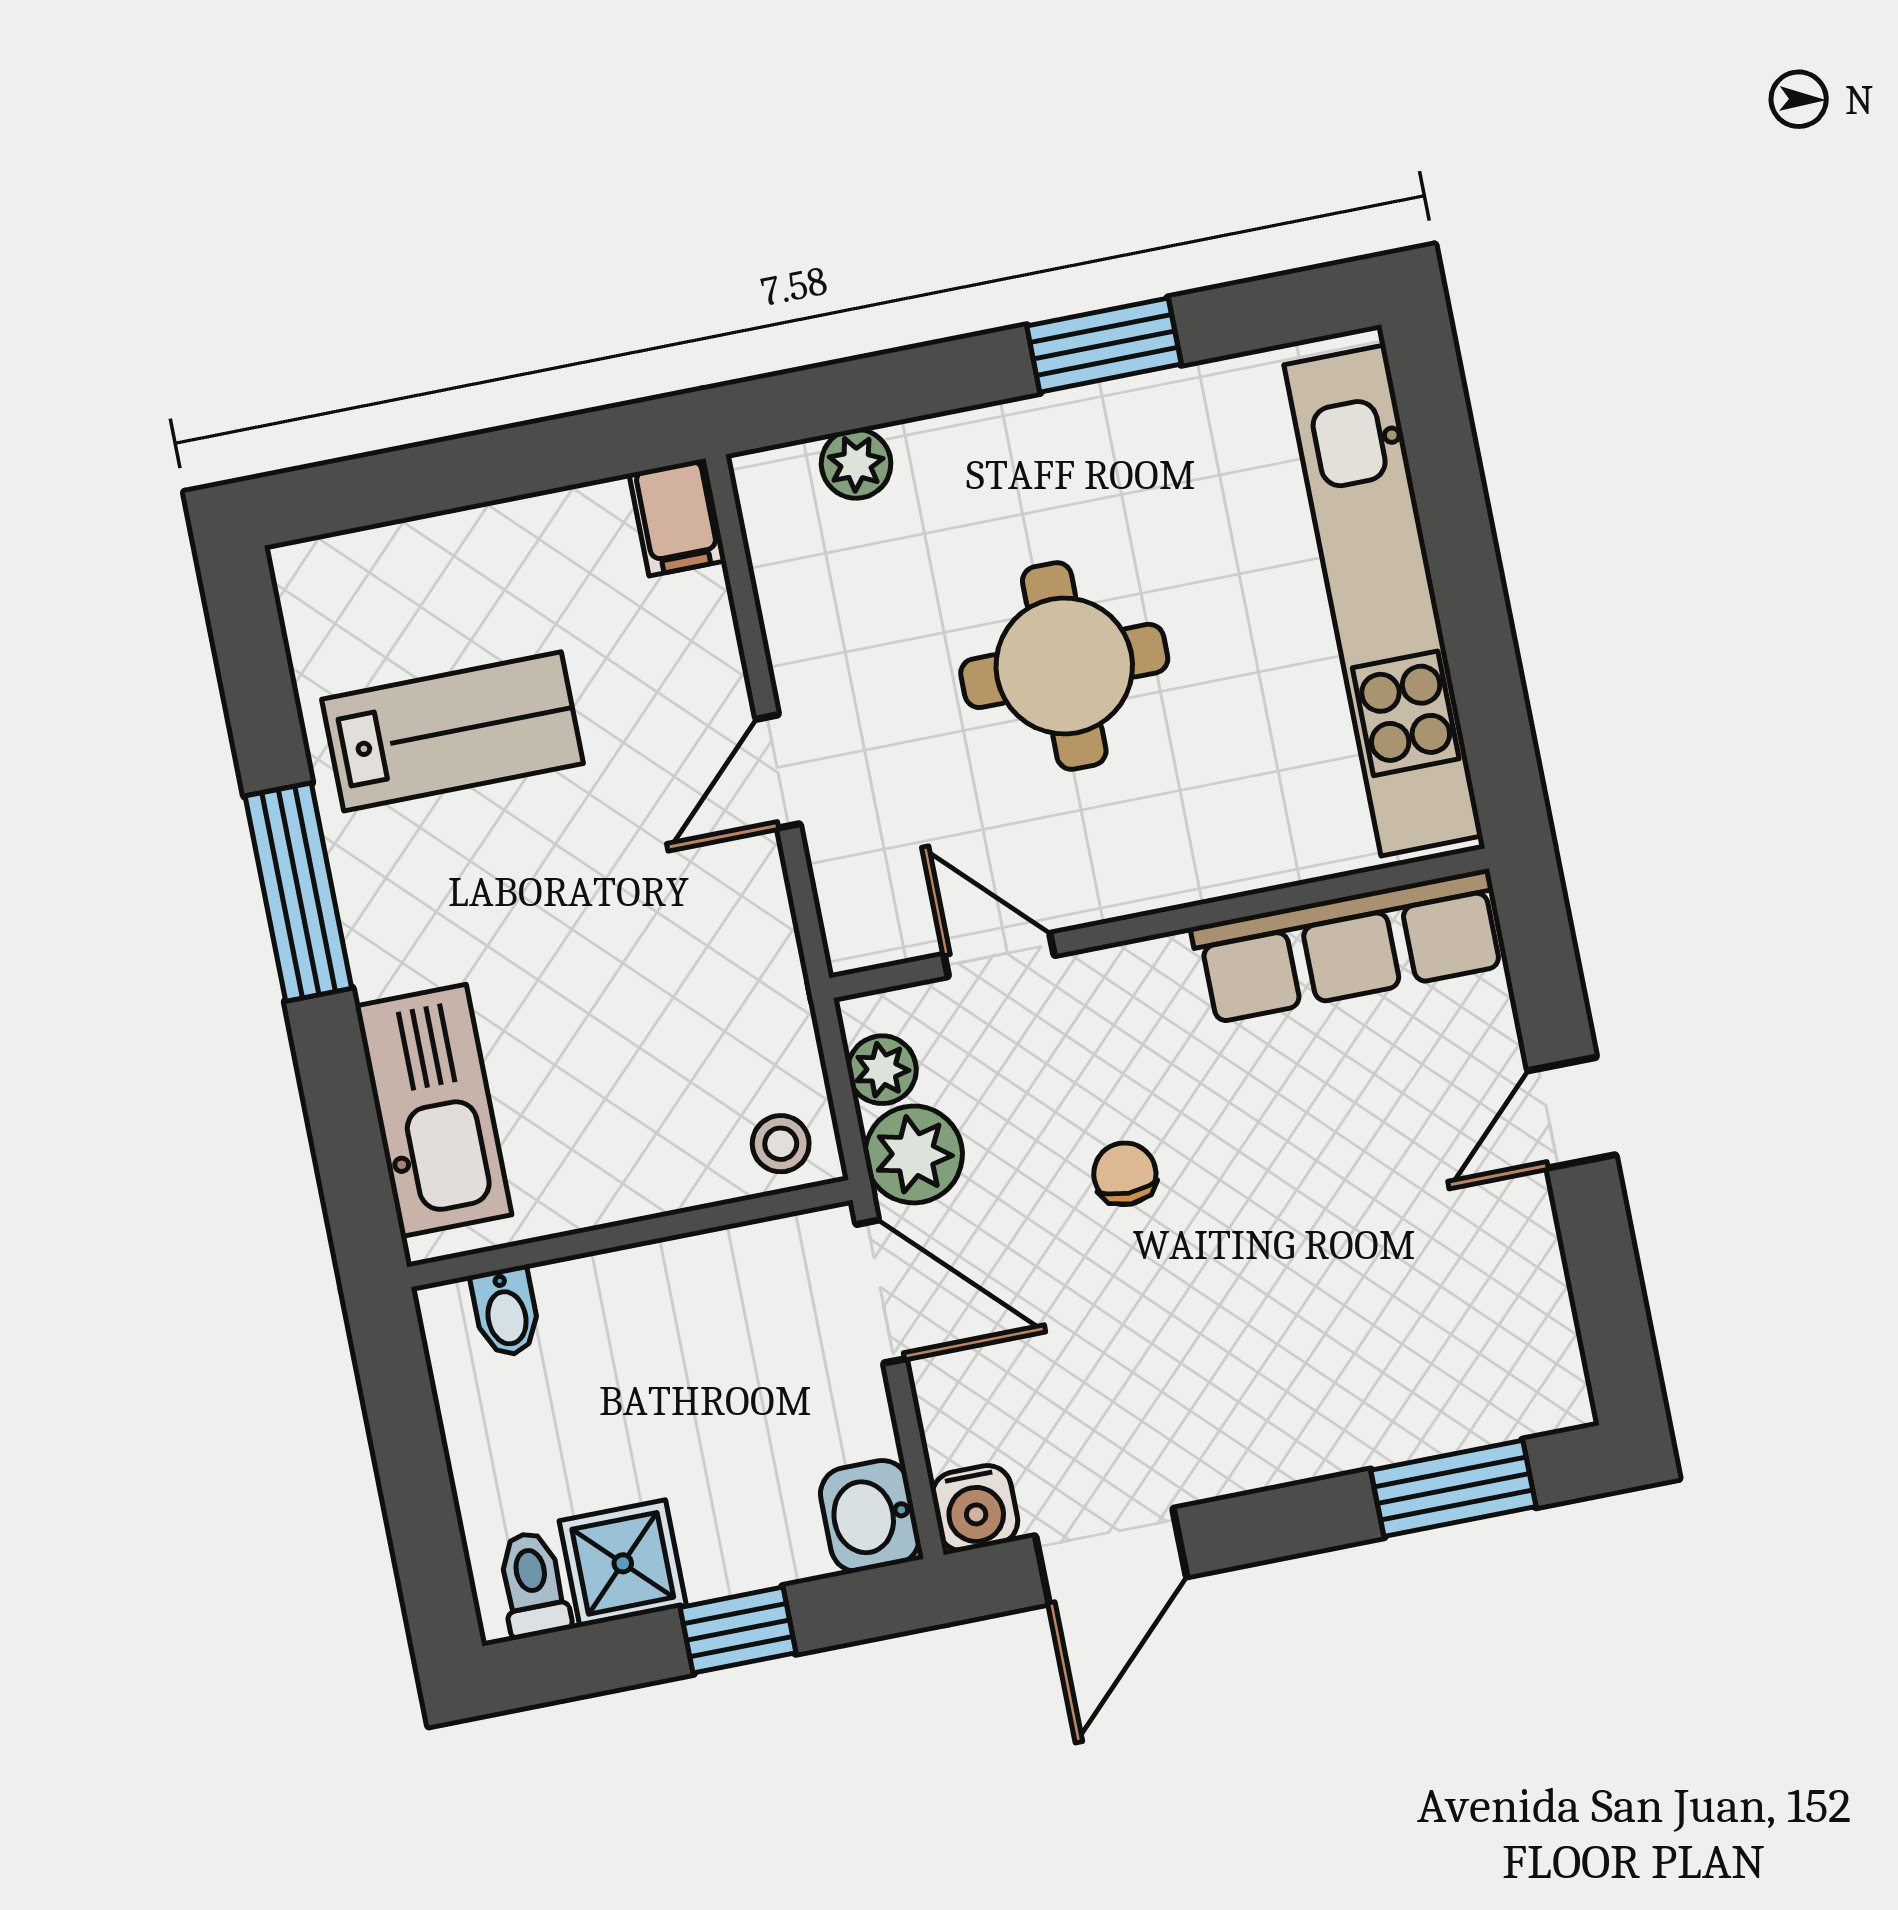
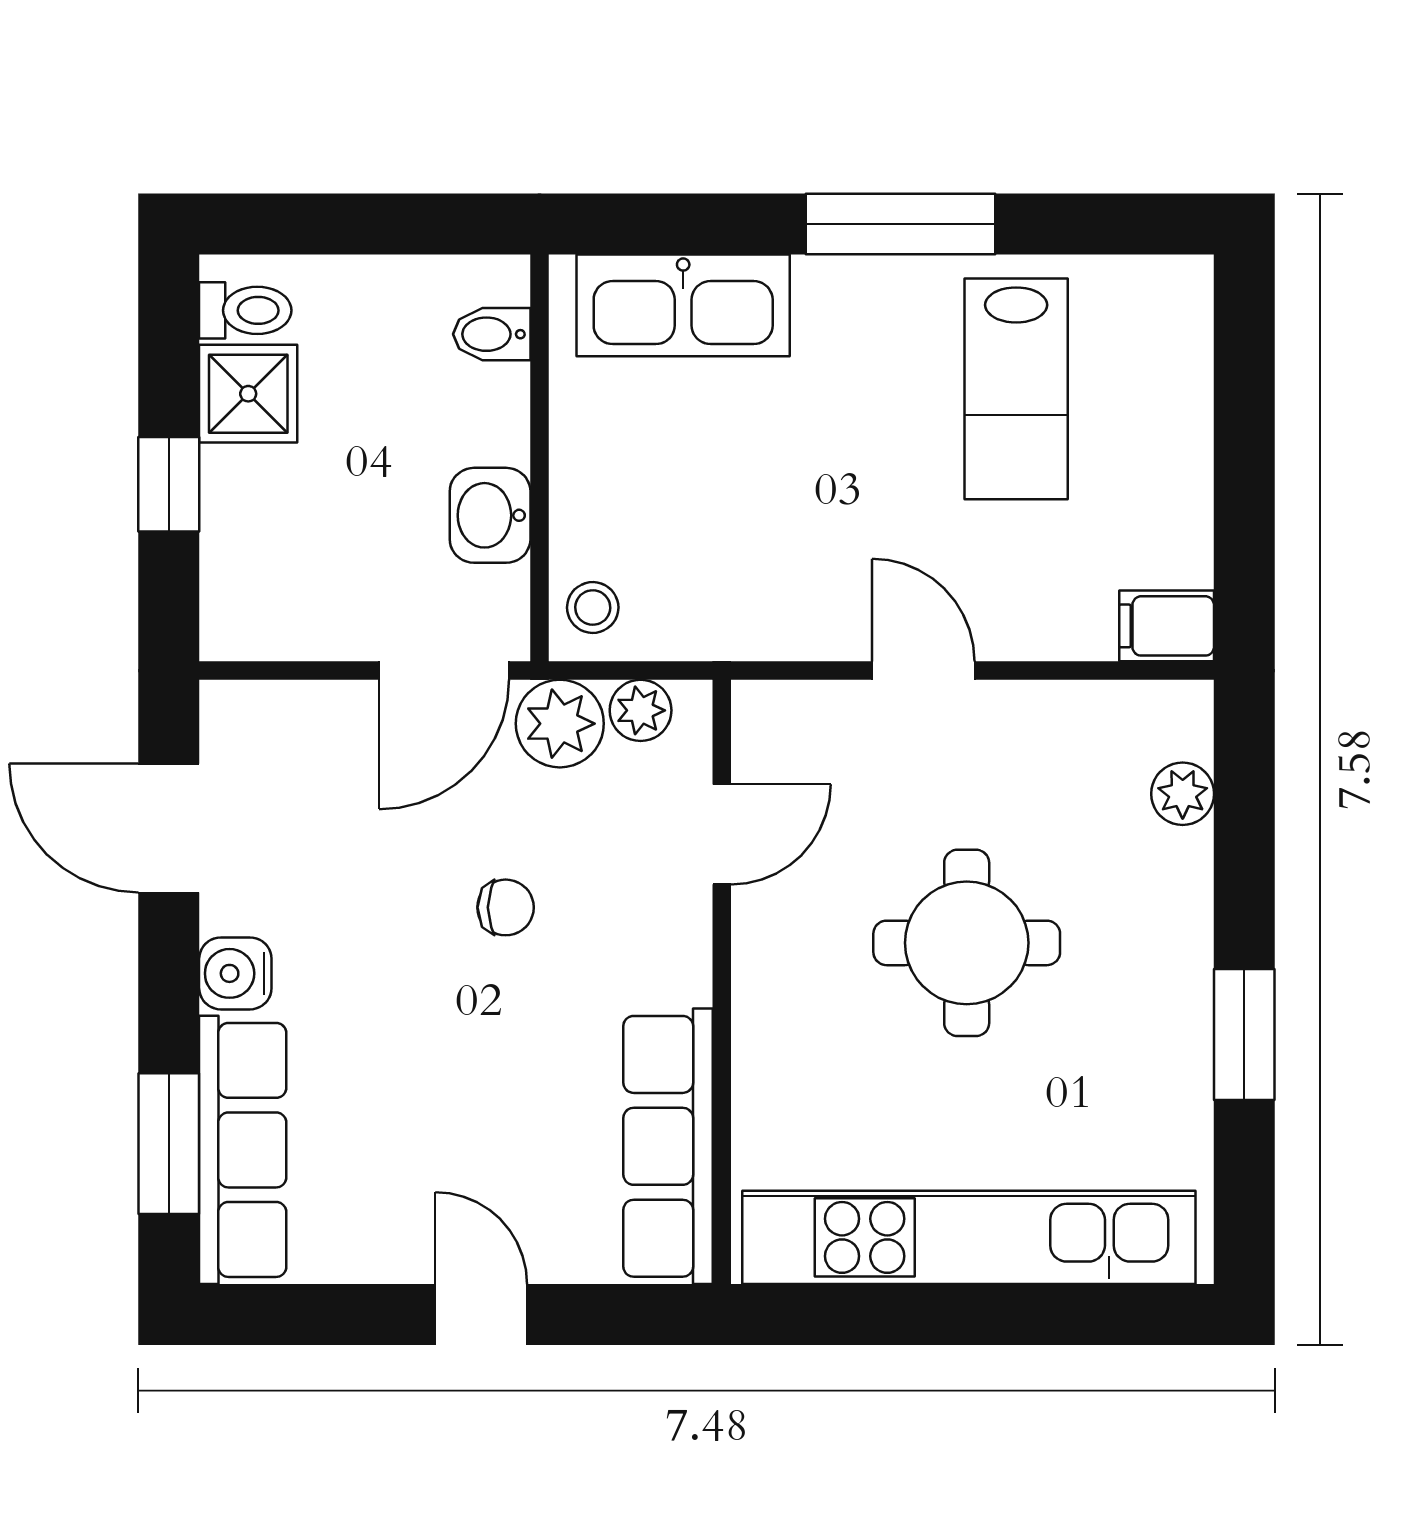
row of seats: (1444, 1407) -> (243, 1150), added
water cooler: (975, 1508) -> (235, 973), moved
washbasin: (870, 1516) -> (490, 515), moved, turned -90

